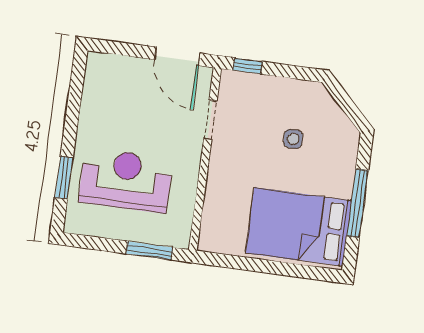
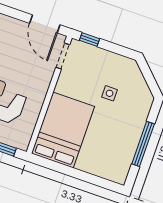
doorway: (210, 120) -> (63, 56), moved
bed: (299, 227) -> (63, 130), moved, turned 90

